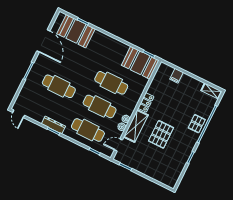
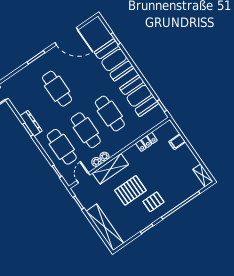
booth: (76, 31) -> (114, 60), moved
door: (43, 41) -> (66, 36), hinge flipped
booth: (140, 63) -> (139, 96), moved
locker: (146, 102) -> (146, 142), moved
pallet: (197, 124) -> (153, 202), moved
door: (118, 145) -> (83, 178), hinge flipped
shelving: (157, 174) -> (105, 227), added

